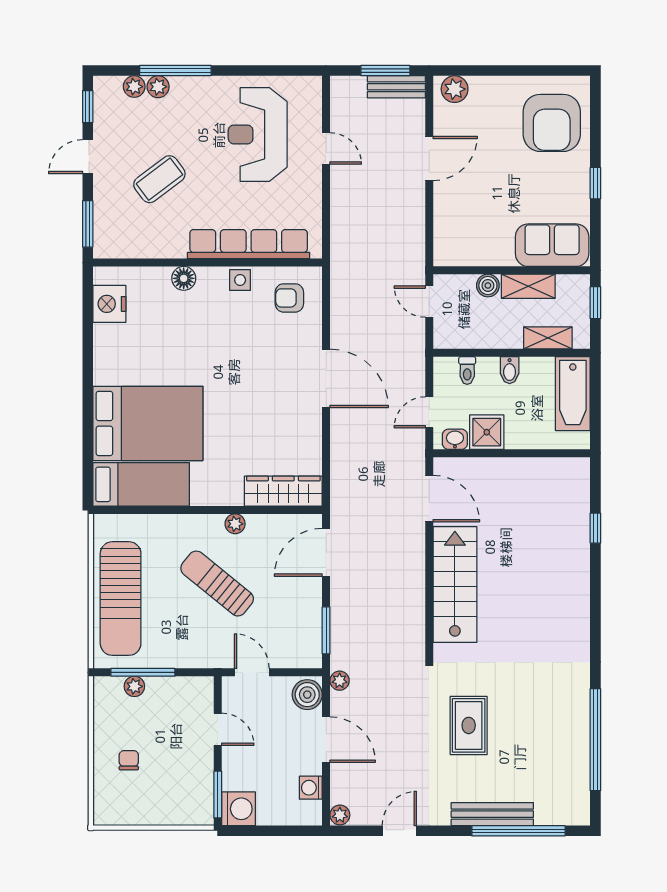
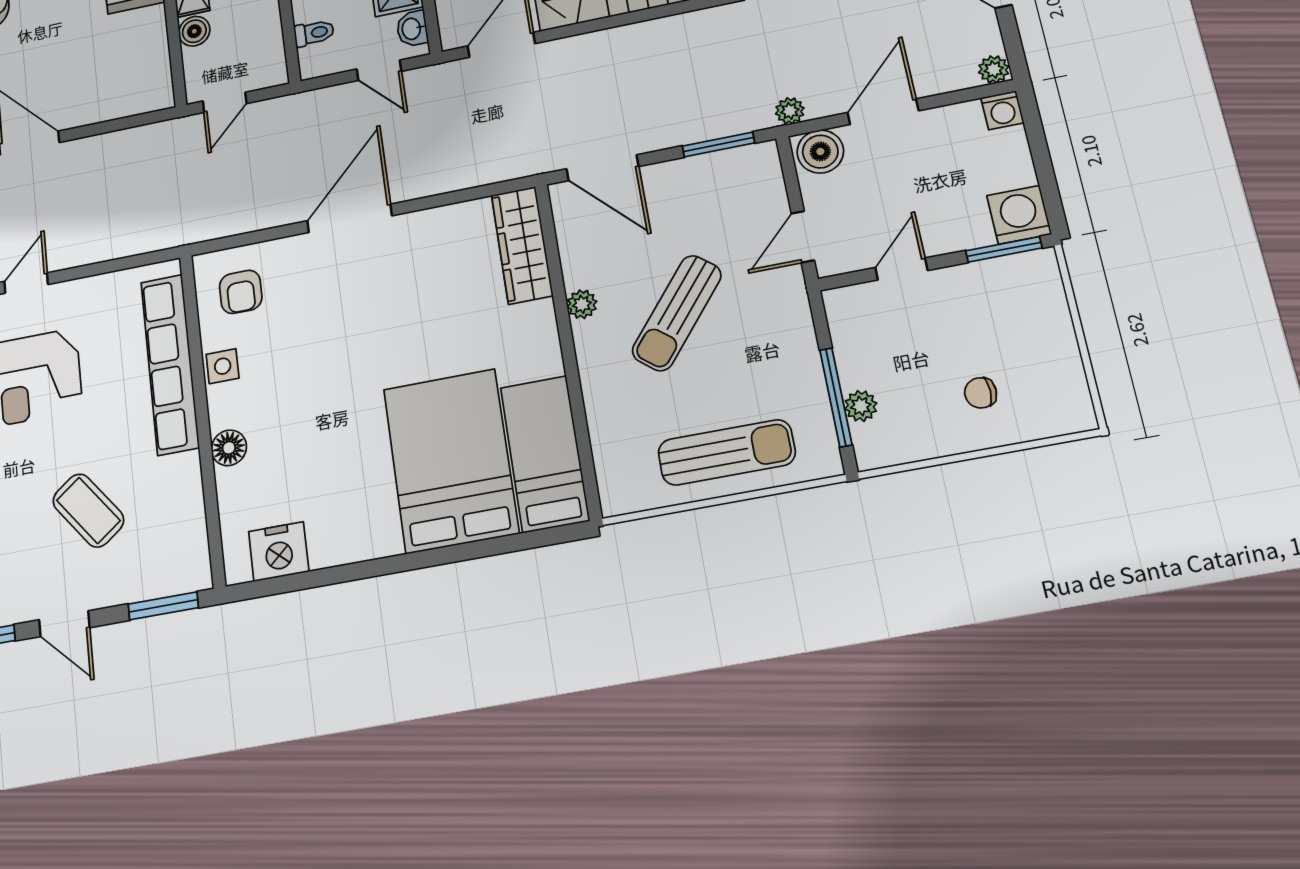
sun lounger: (121, 599) -> (727, 452), width x0.73, depth x0.75
washing machine: (311, 788) -> (1002, 110), moved

